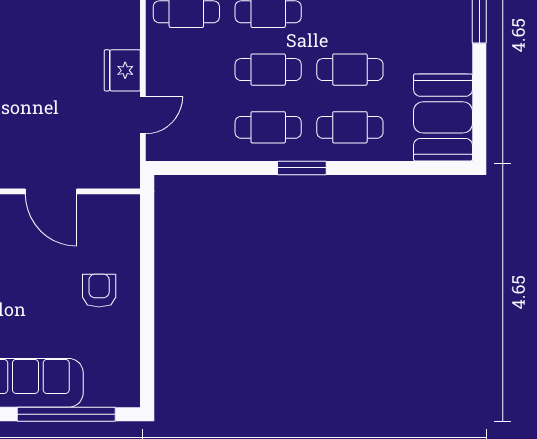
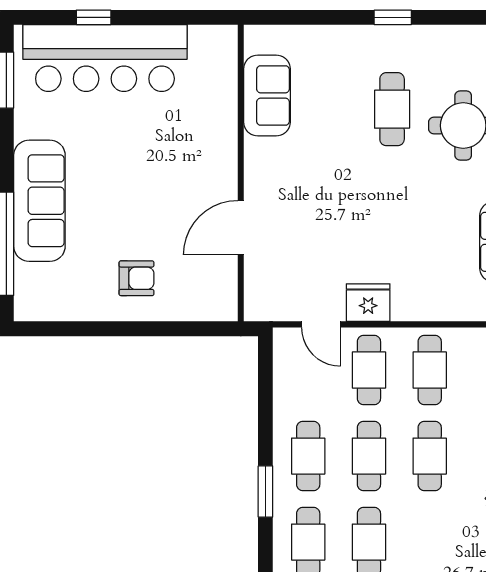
cafe table: (186, 70) -> (369, 370), added

